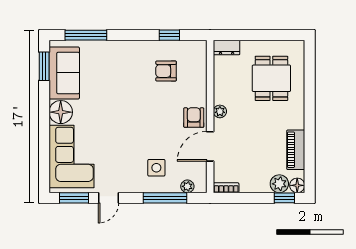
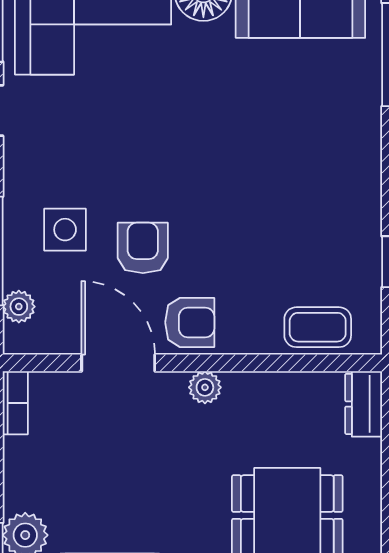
coffee table: (196, 66) -> (318, 327), added
armchair: (166, 71) -> (143, 248), moved

